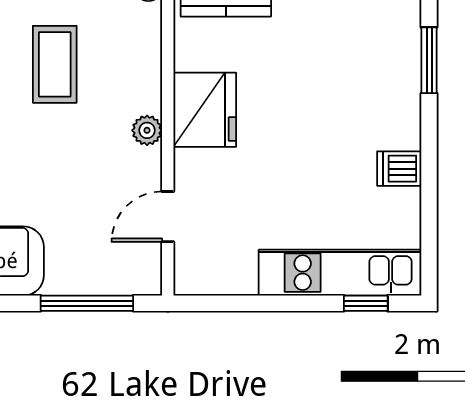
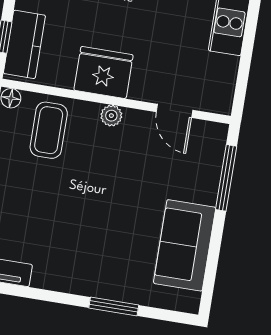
coffee table: (55, 64) -> (49, 130), moved, turned 90

